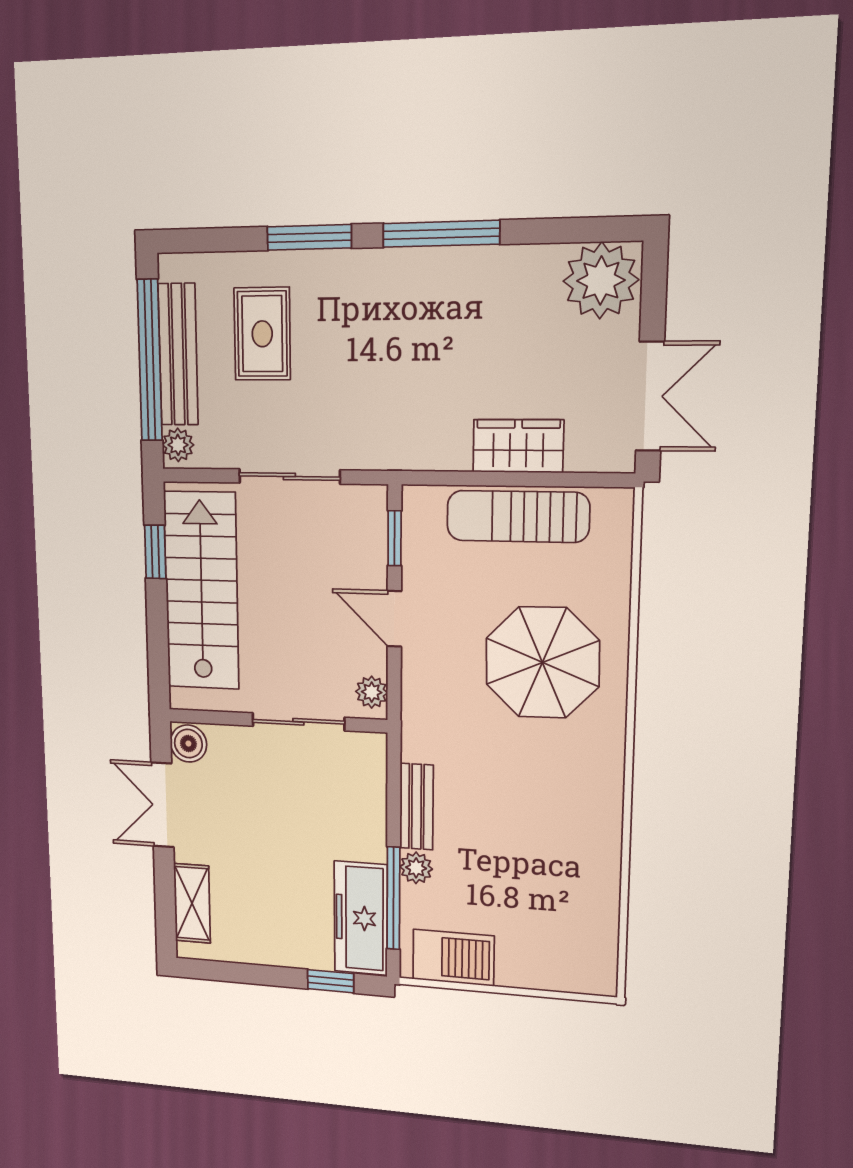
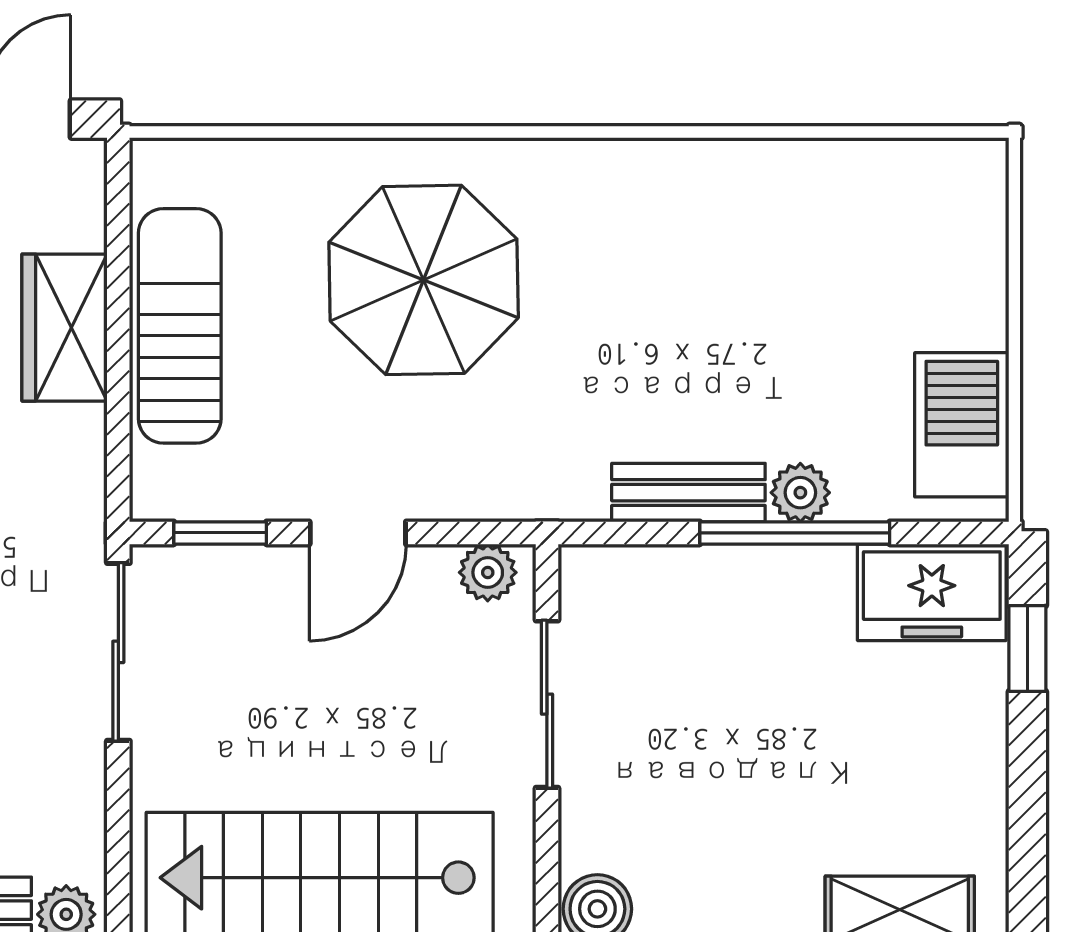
sliding door: (289, 476) -> (118, 652), moved
sun lounger: (518, 516) -> (180, 326), turned 180
window: (393, 898) -> (795, 533), moved
freezer: (361, 918) -> (932, 592), width x0.71

